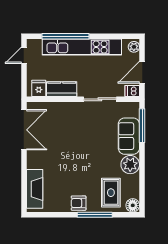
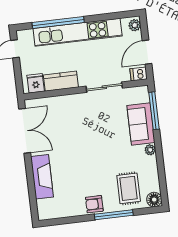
plant: (130, 165) -> (150, 150), width x0.53, depth x0.53
fireplace: (35, 189) -> (42, 177), moved

